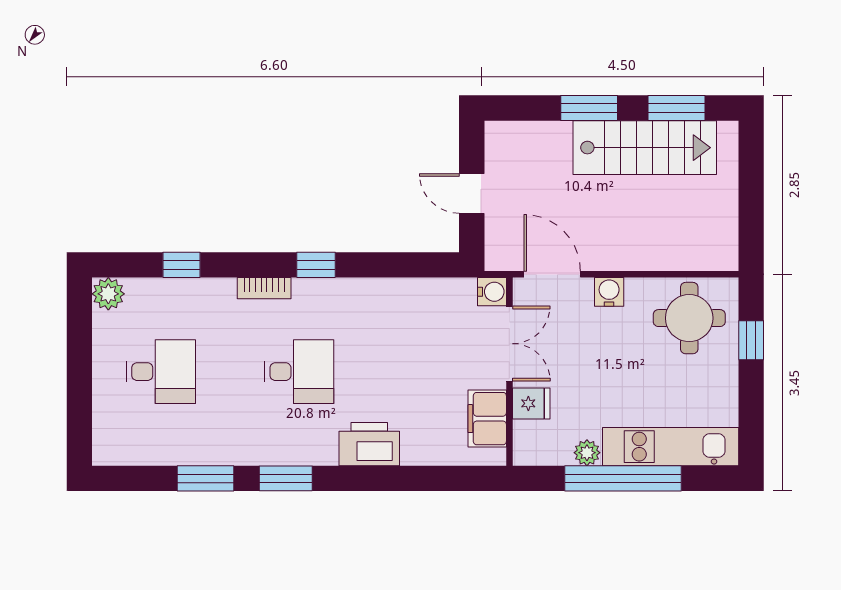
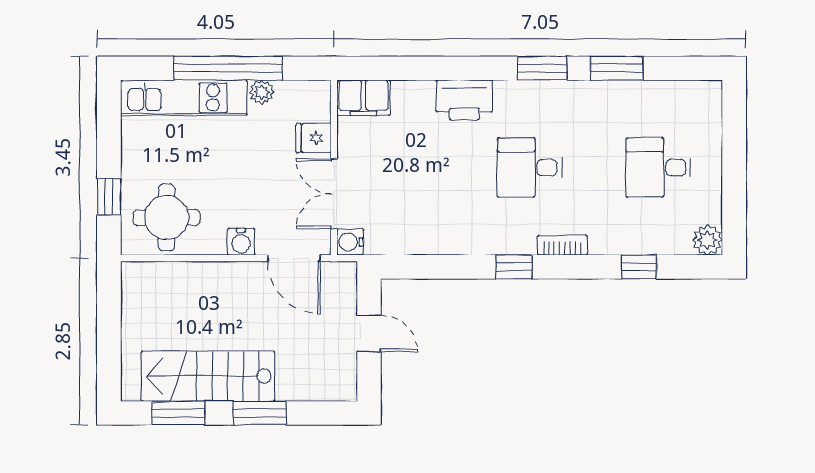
filing cabinet: (487, 419) -> (363, 98), moved, turned 90

